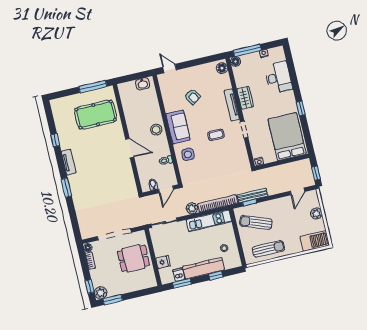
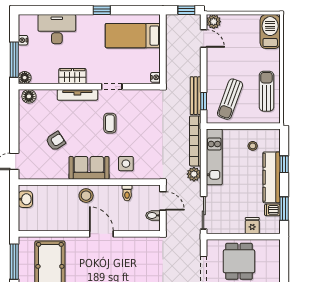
bed: (287, 137) -> (133, 36), width x0.67
door: (130, 148) -> (101, 234), hinge flipped
plant: (316, 213) -> (214, 22), moved

